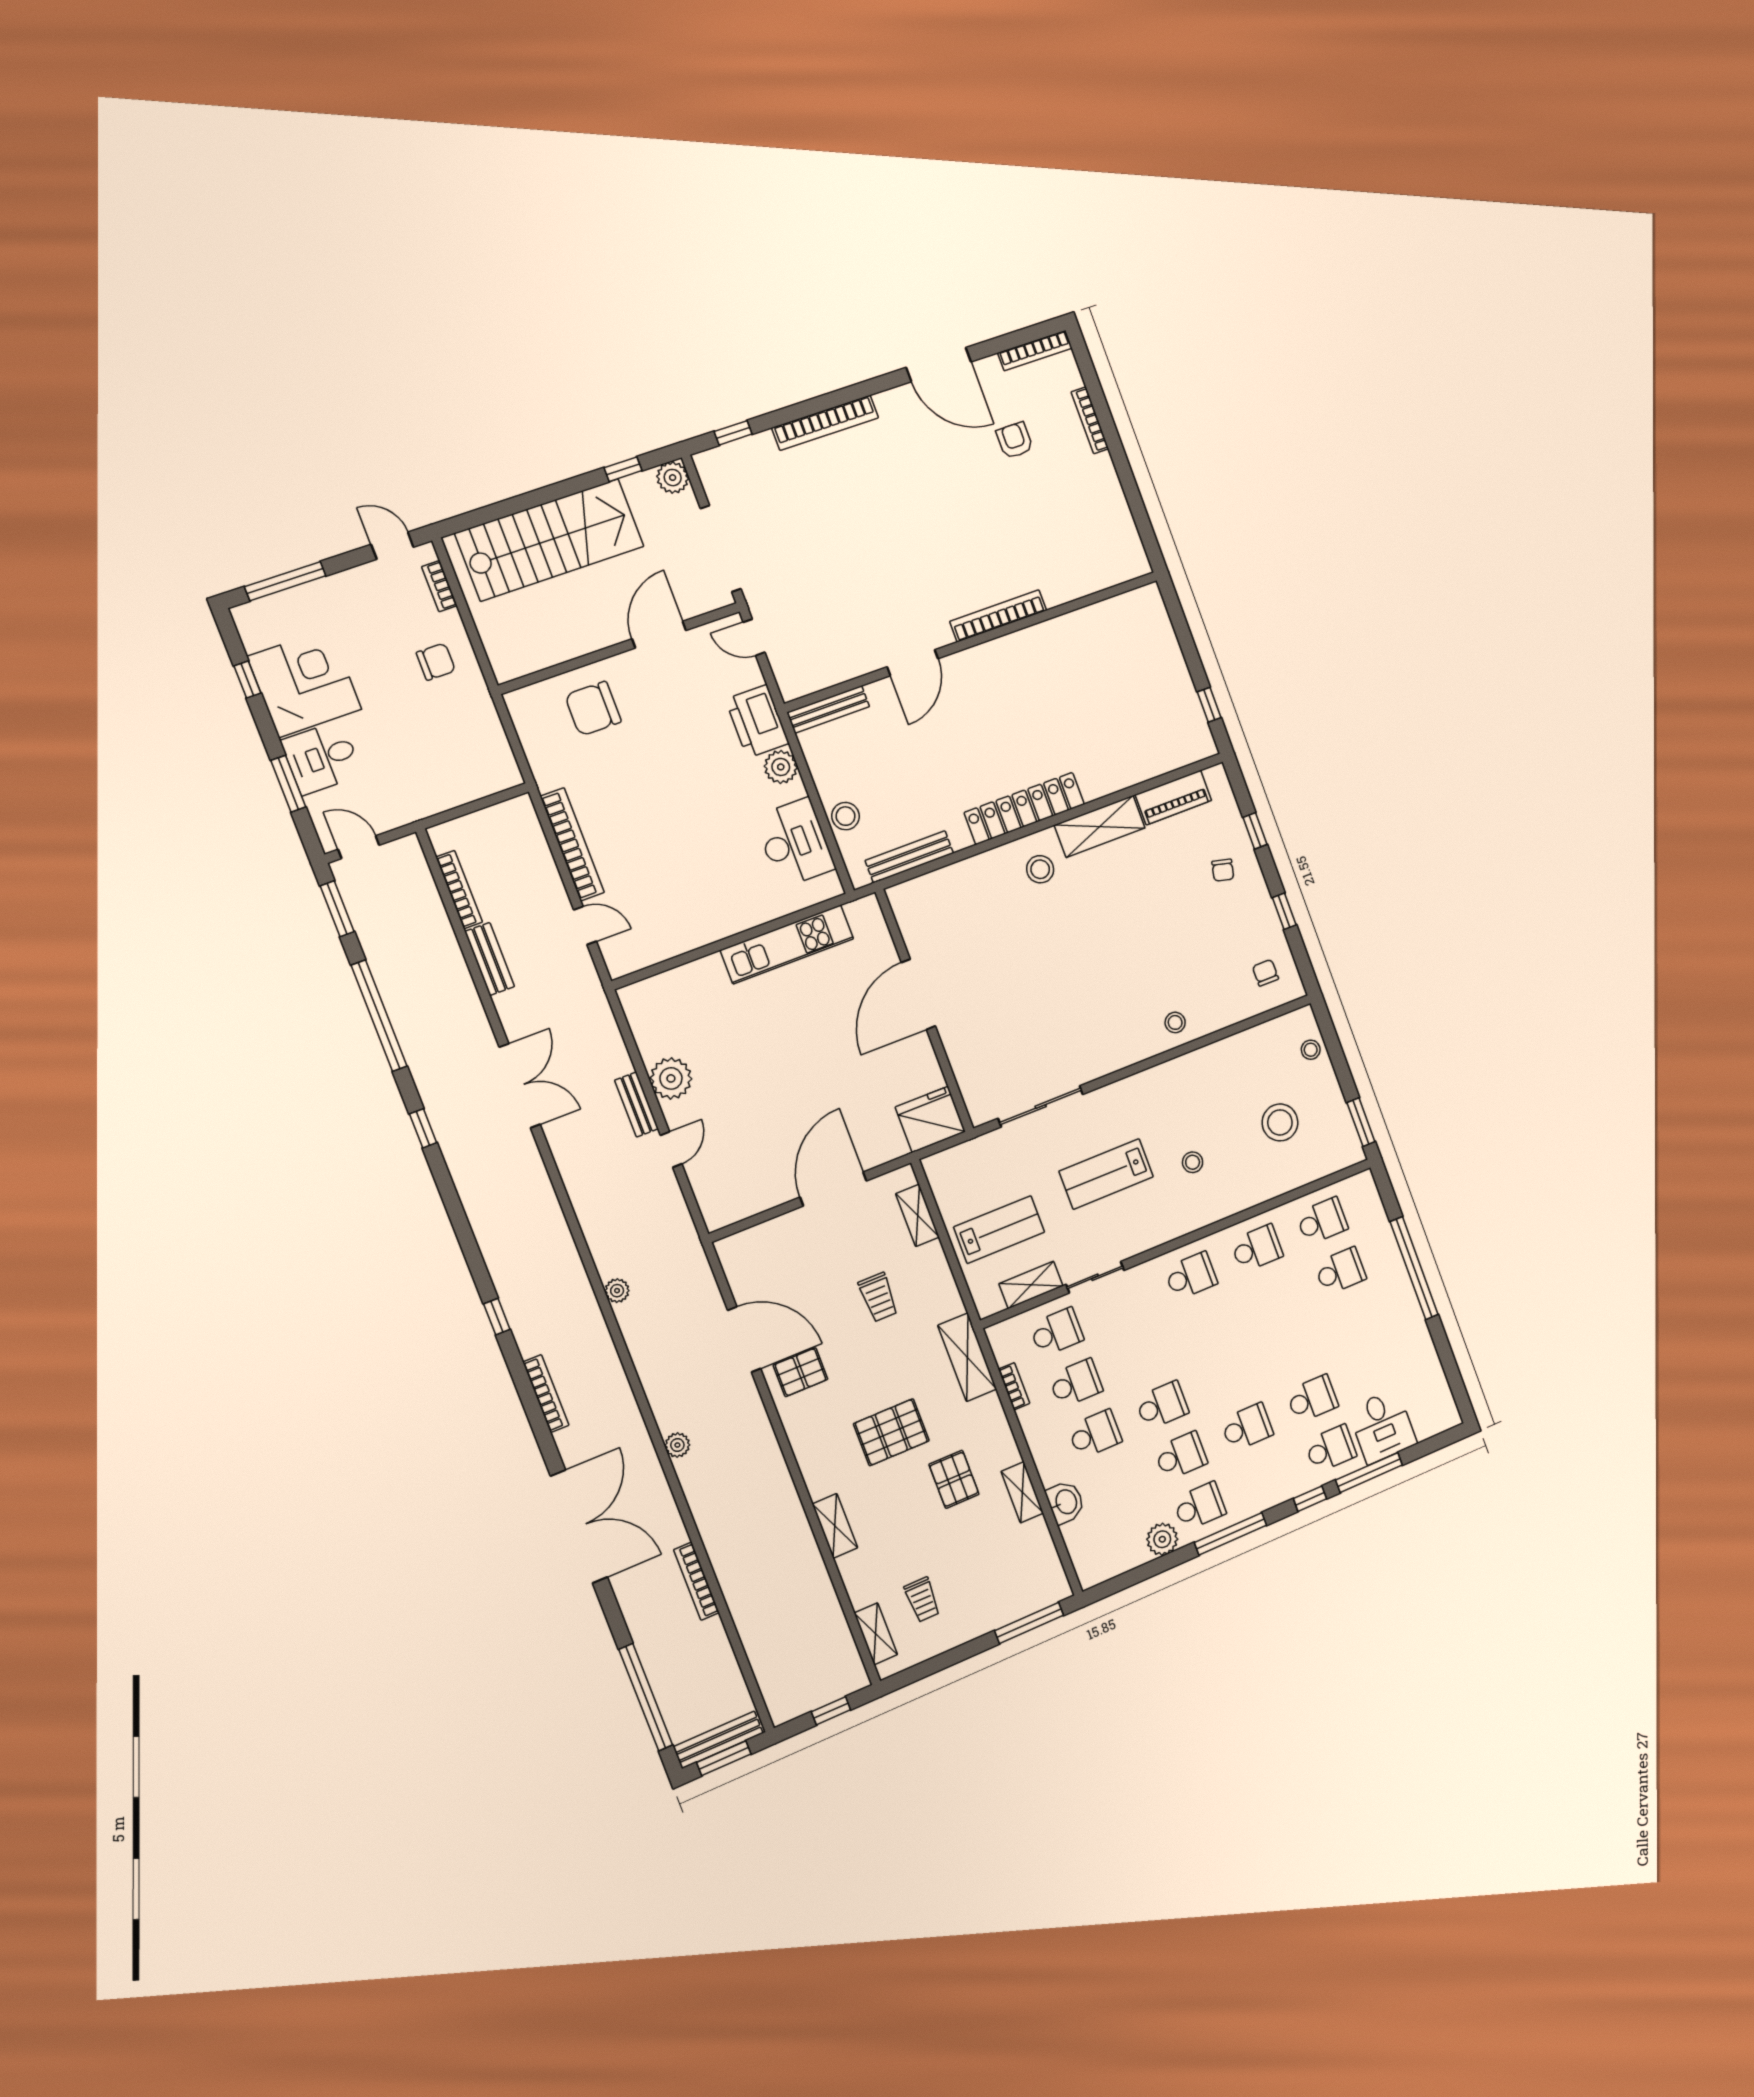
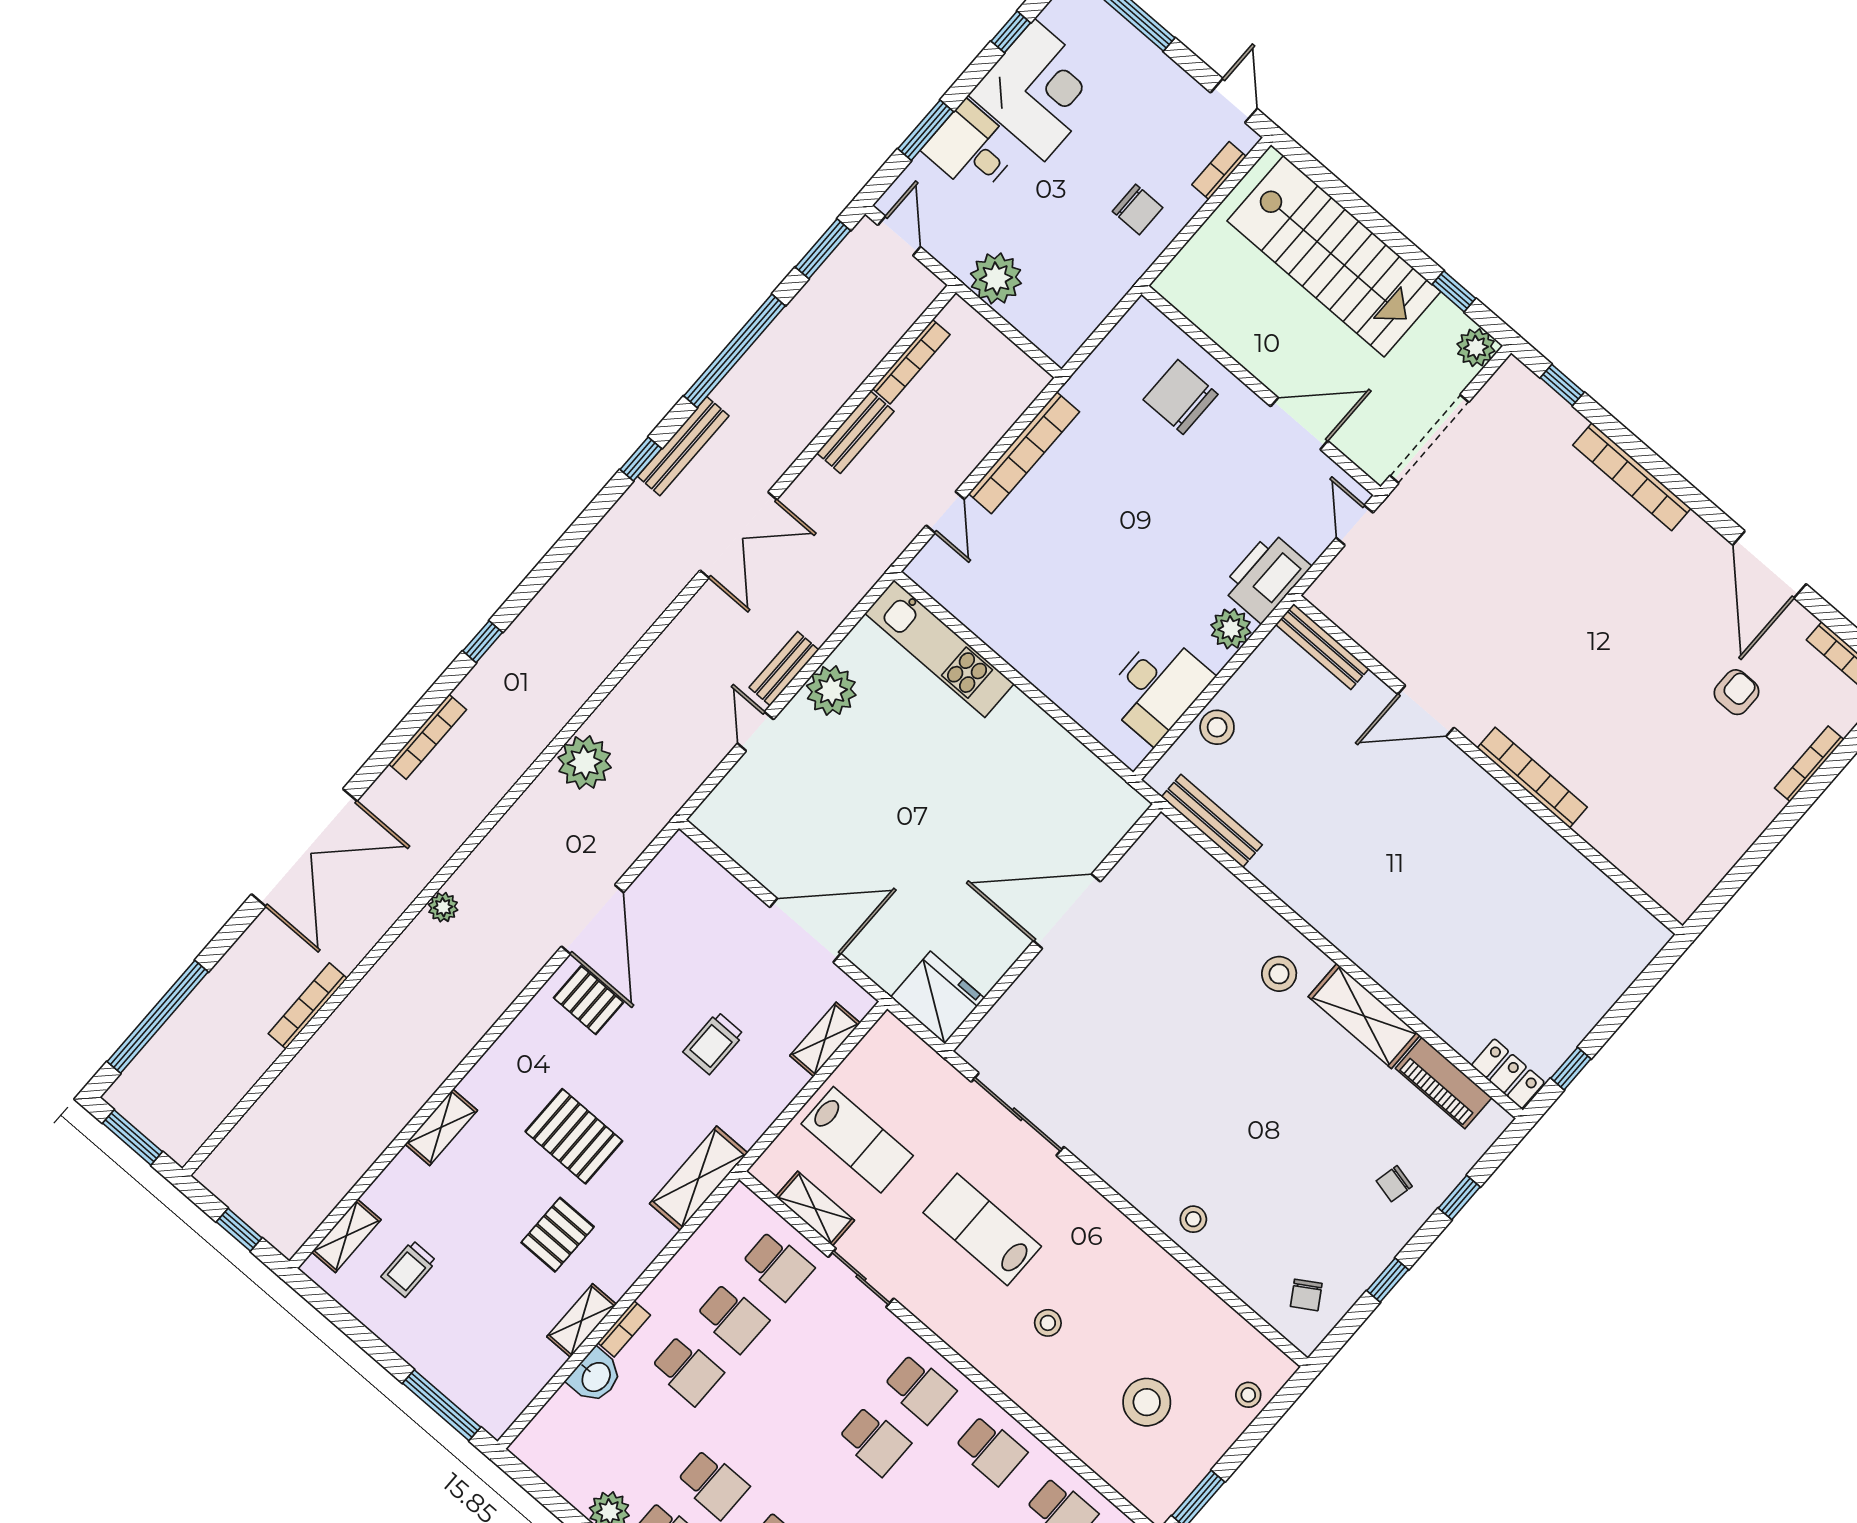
plant: (431, 794) -> (996, 278), added
locker: (1024, 808) -> (1508, 1074), moved, width x0.46, depth x0.83
kitchen unit: (787, 944) -> (939, 649), moved
chair: (1265, 973) -> (1306, 1295), turned 148
door: (671, 1150) -> (755, 731), swing flipped
plant: (617, 1291) -> (585, 762), width x1.87, depth x1.87
bookcase: (1014, 1386) -> (624, 1329), moved
school desk: (1162, 1405) -> (874, 1441), moved
bench: (718, 1740) -> (683, 446), moved, turned 90

